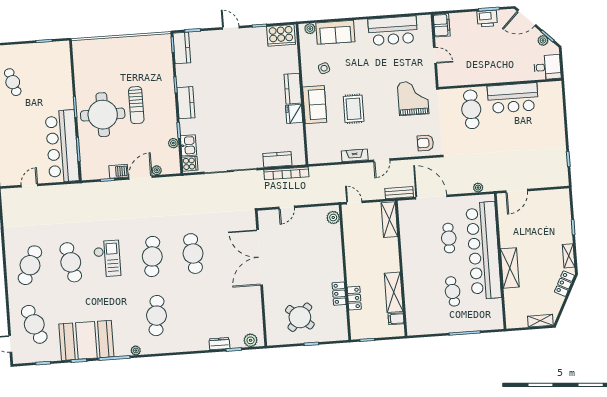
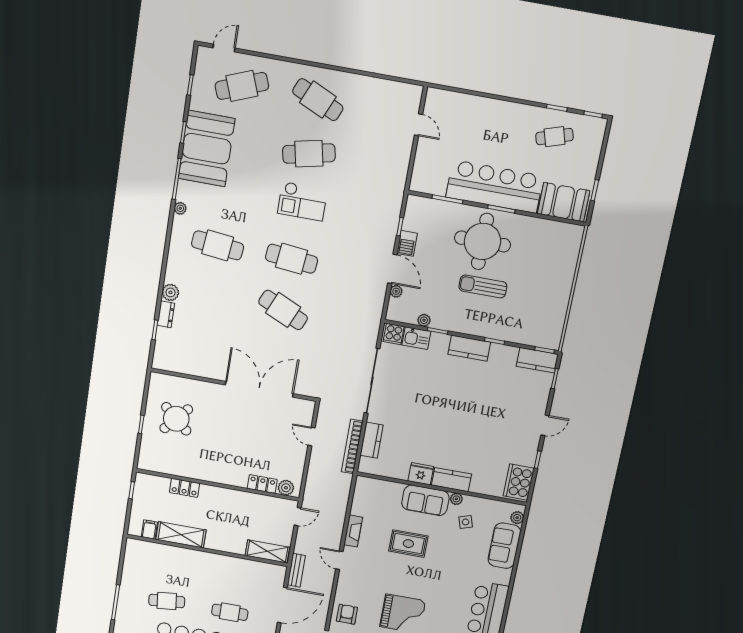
booth: (58, 62) -> (564, 202), added
plant: (307, 81) -> (456, 499), added
bar counter: (62, 146) -> (495, 187), moved
cafe table: (193, 254) -> (283, 310), turned 30
locker: (339, 294) -> (262, 484), moved
plant: (251, 340) -> (170, 292), moved

